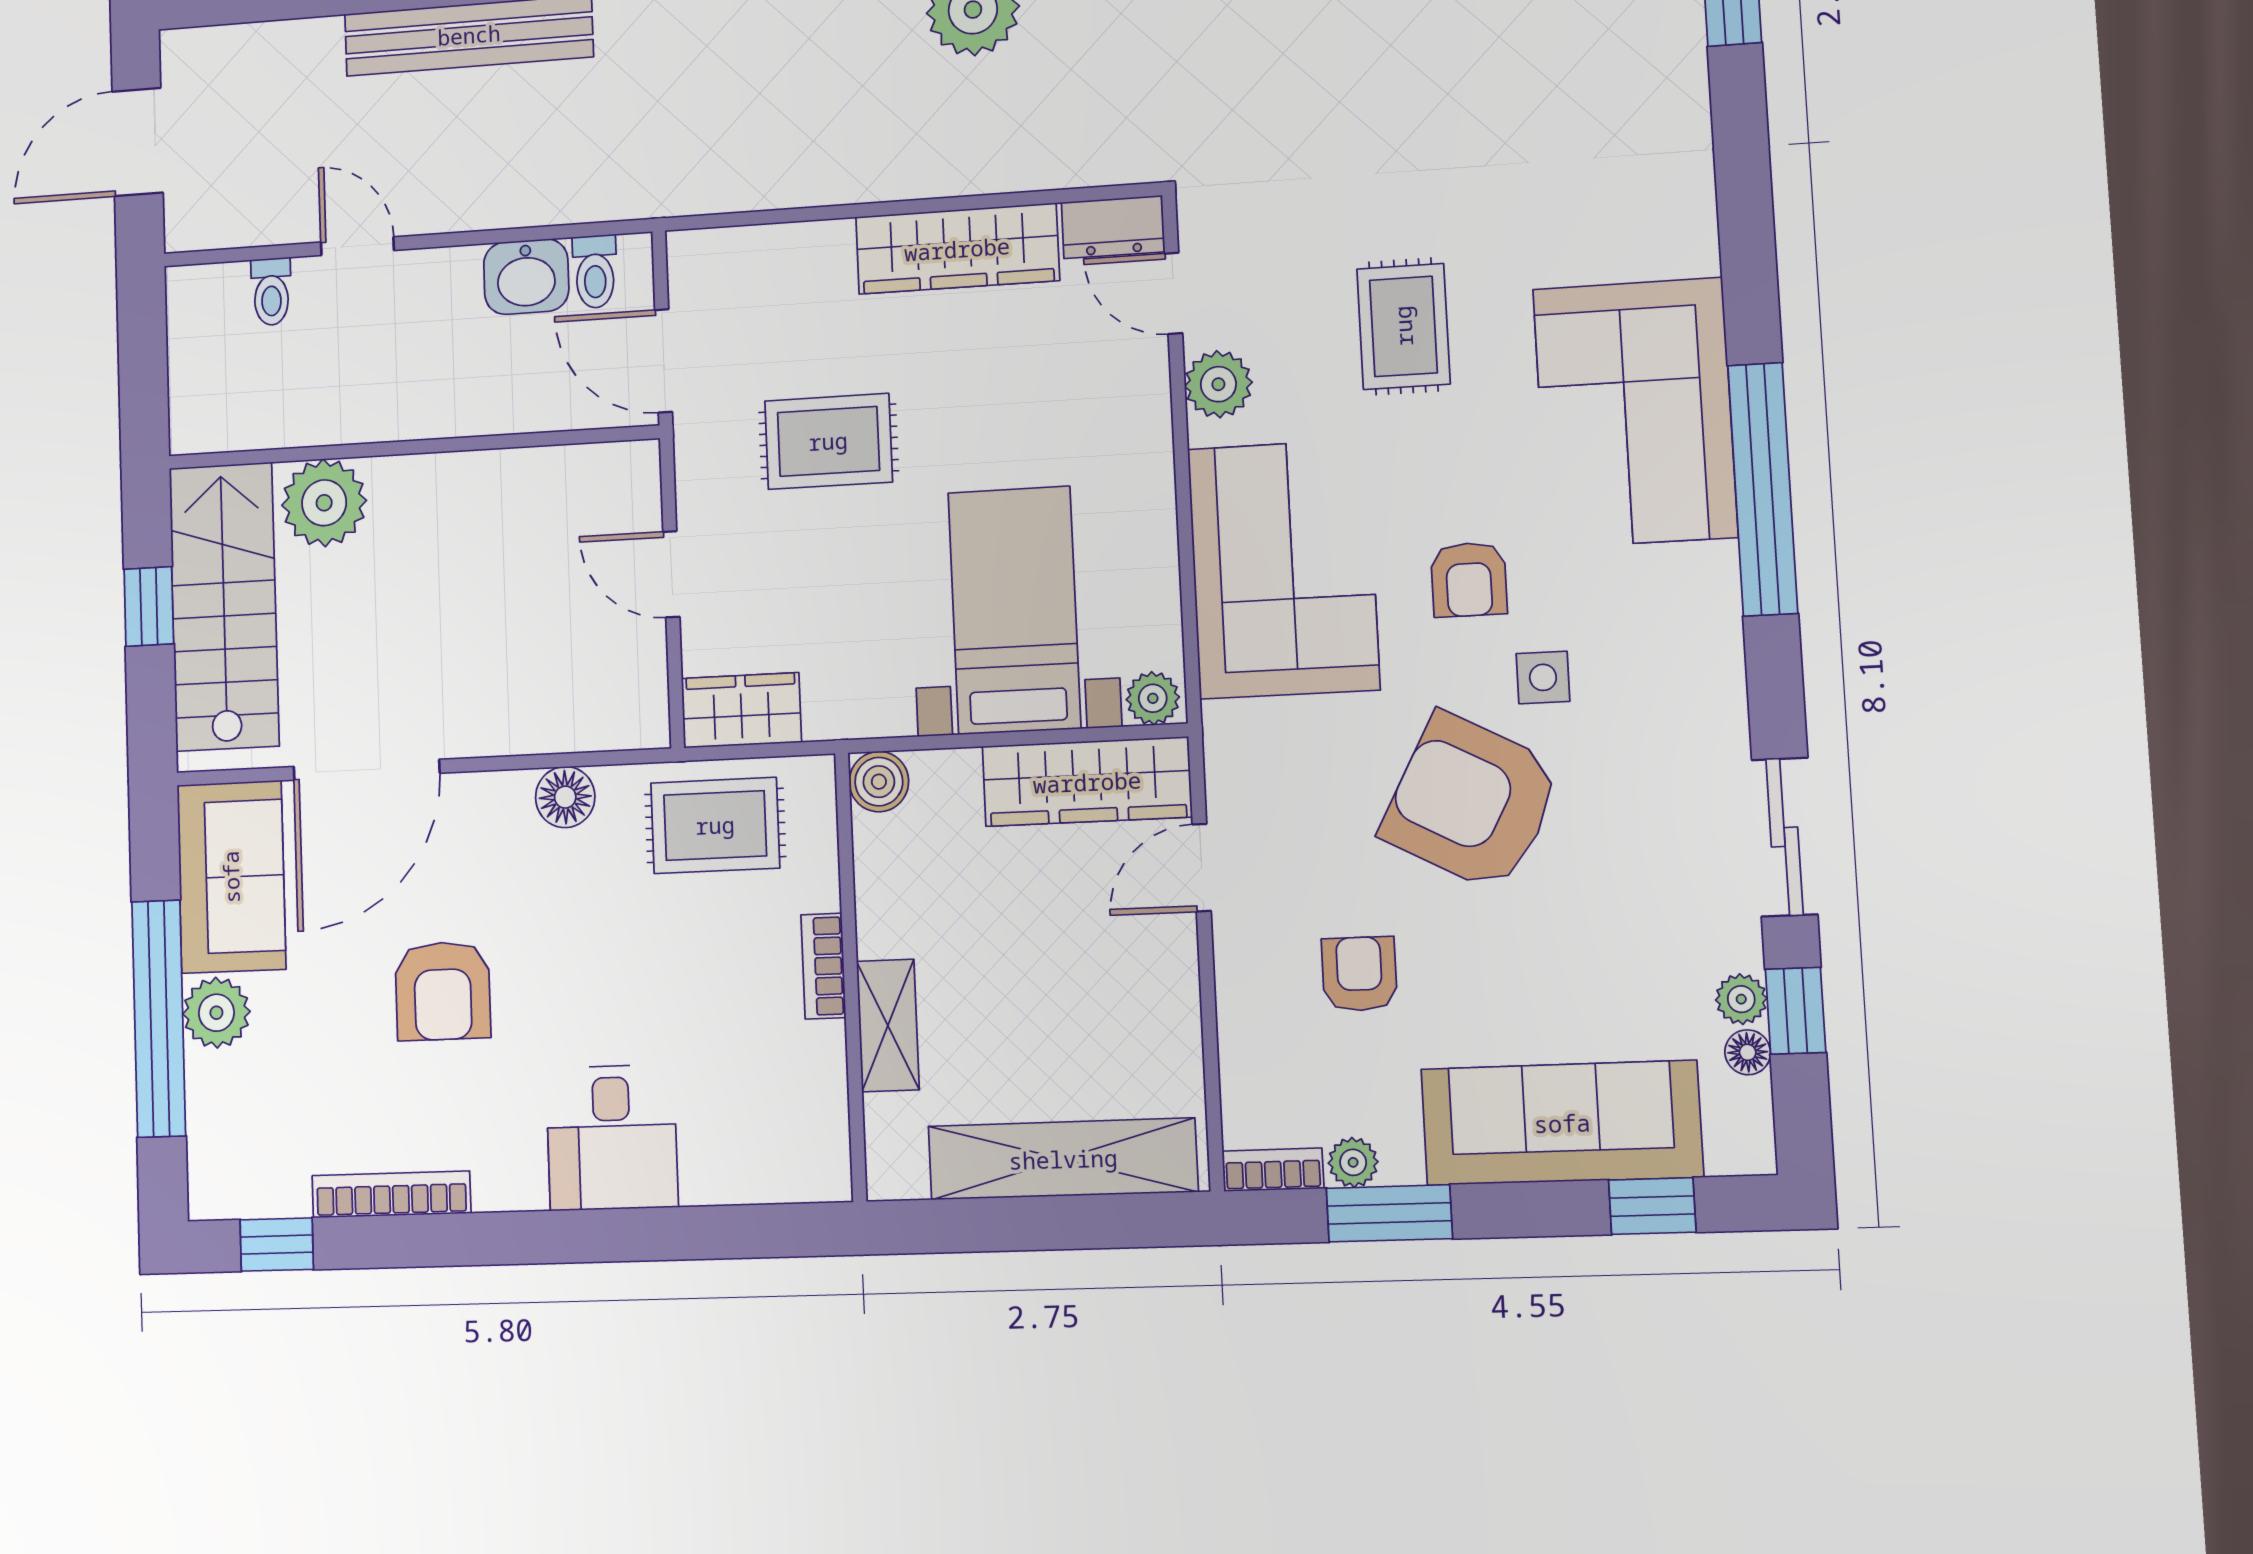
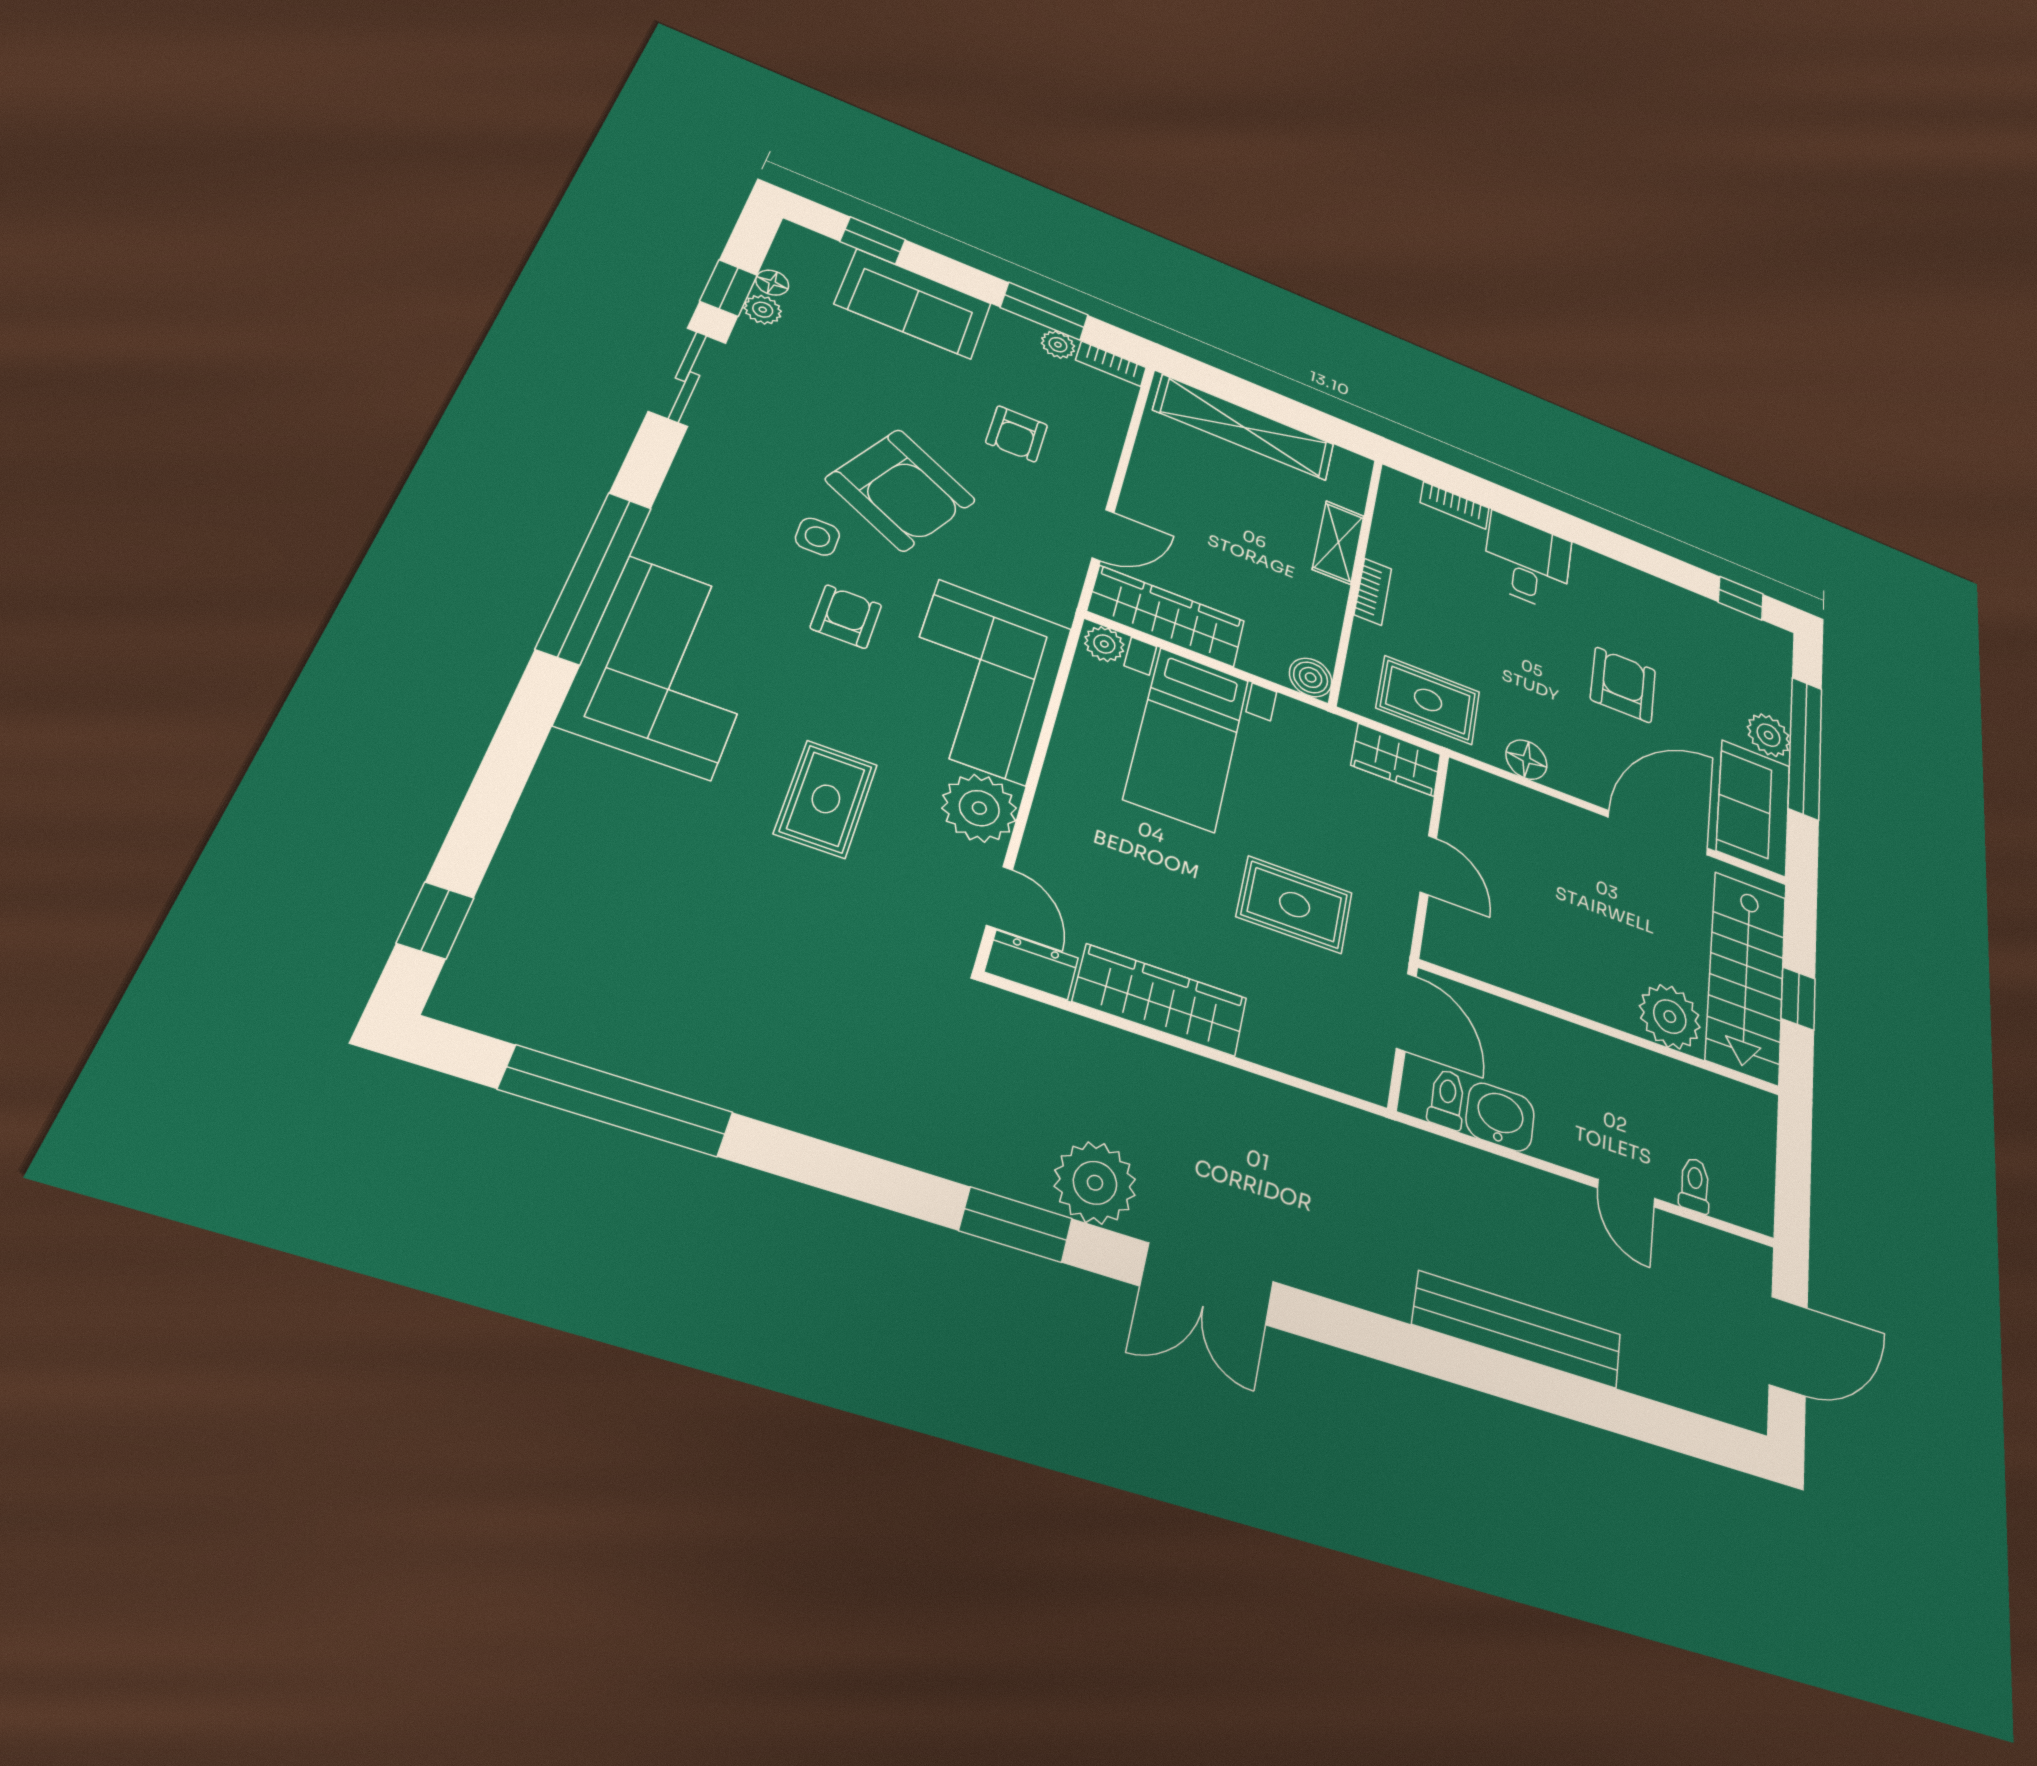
plant: (1218, 384) -> (979, 808), width x1.36, depth x1.36
sofa: (1562, 1123) -> (914, 304), width x0.73
bookcase: (391, 1194) -> (1455, 505), moved, width x0.64

